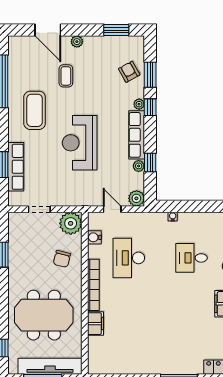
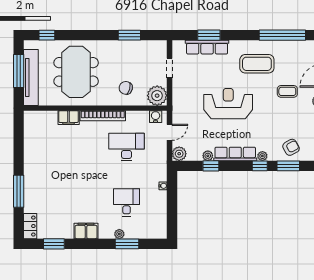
water cooler: (94, 237) -> (156, 117), moved

